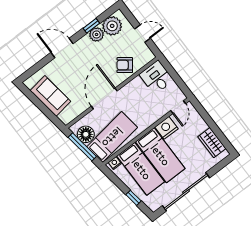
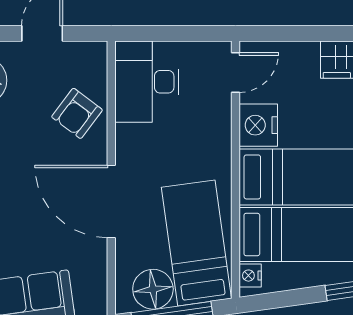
desk: (156, 77) -> (147, 82), width x1.37
door: (178, 107) -> (236, 72), hinge flipped

